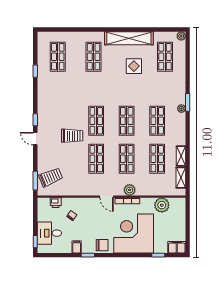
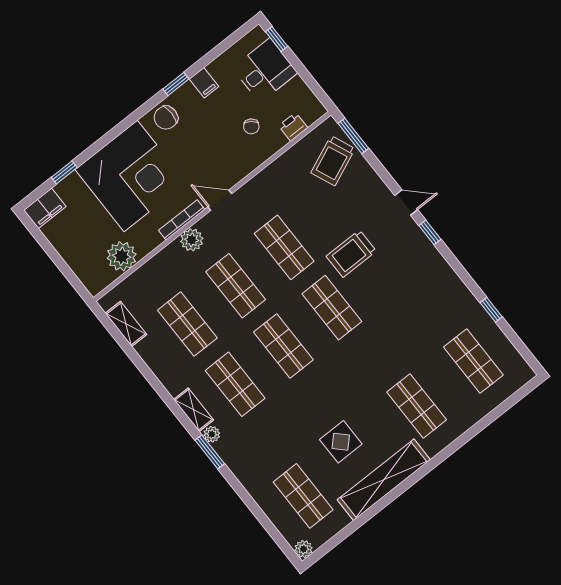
shelving: (181, 156) -> (194, 410), moved

